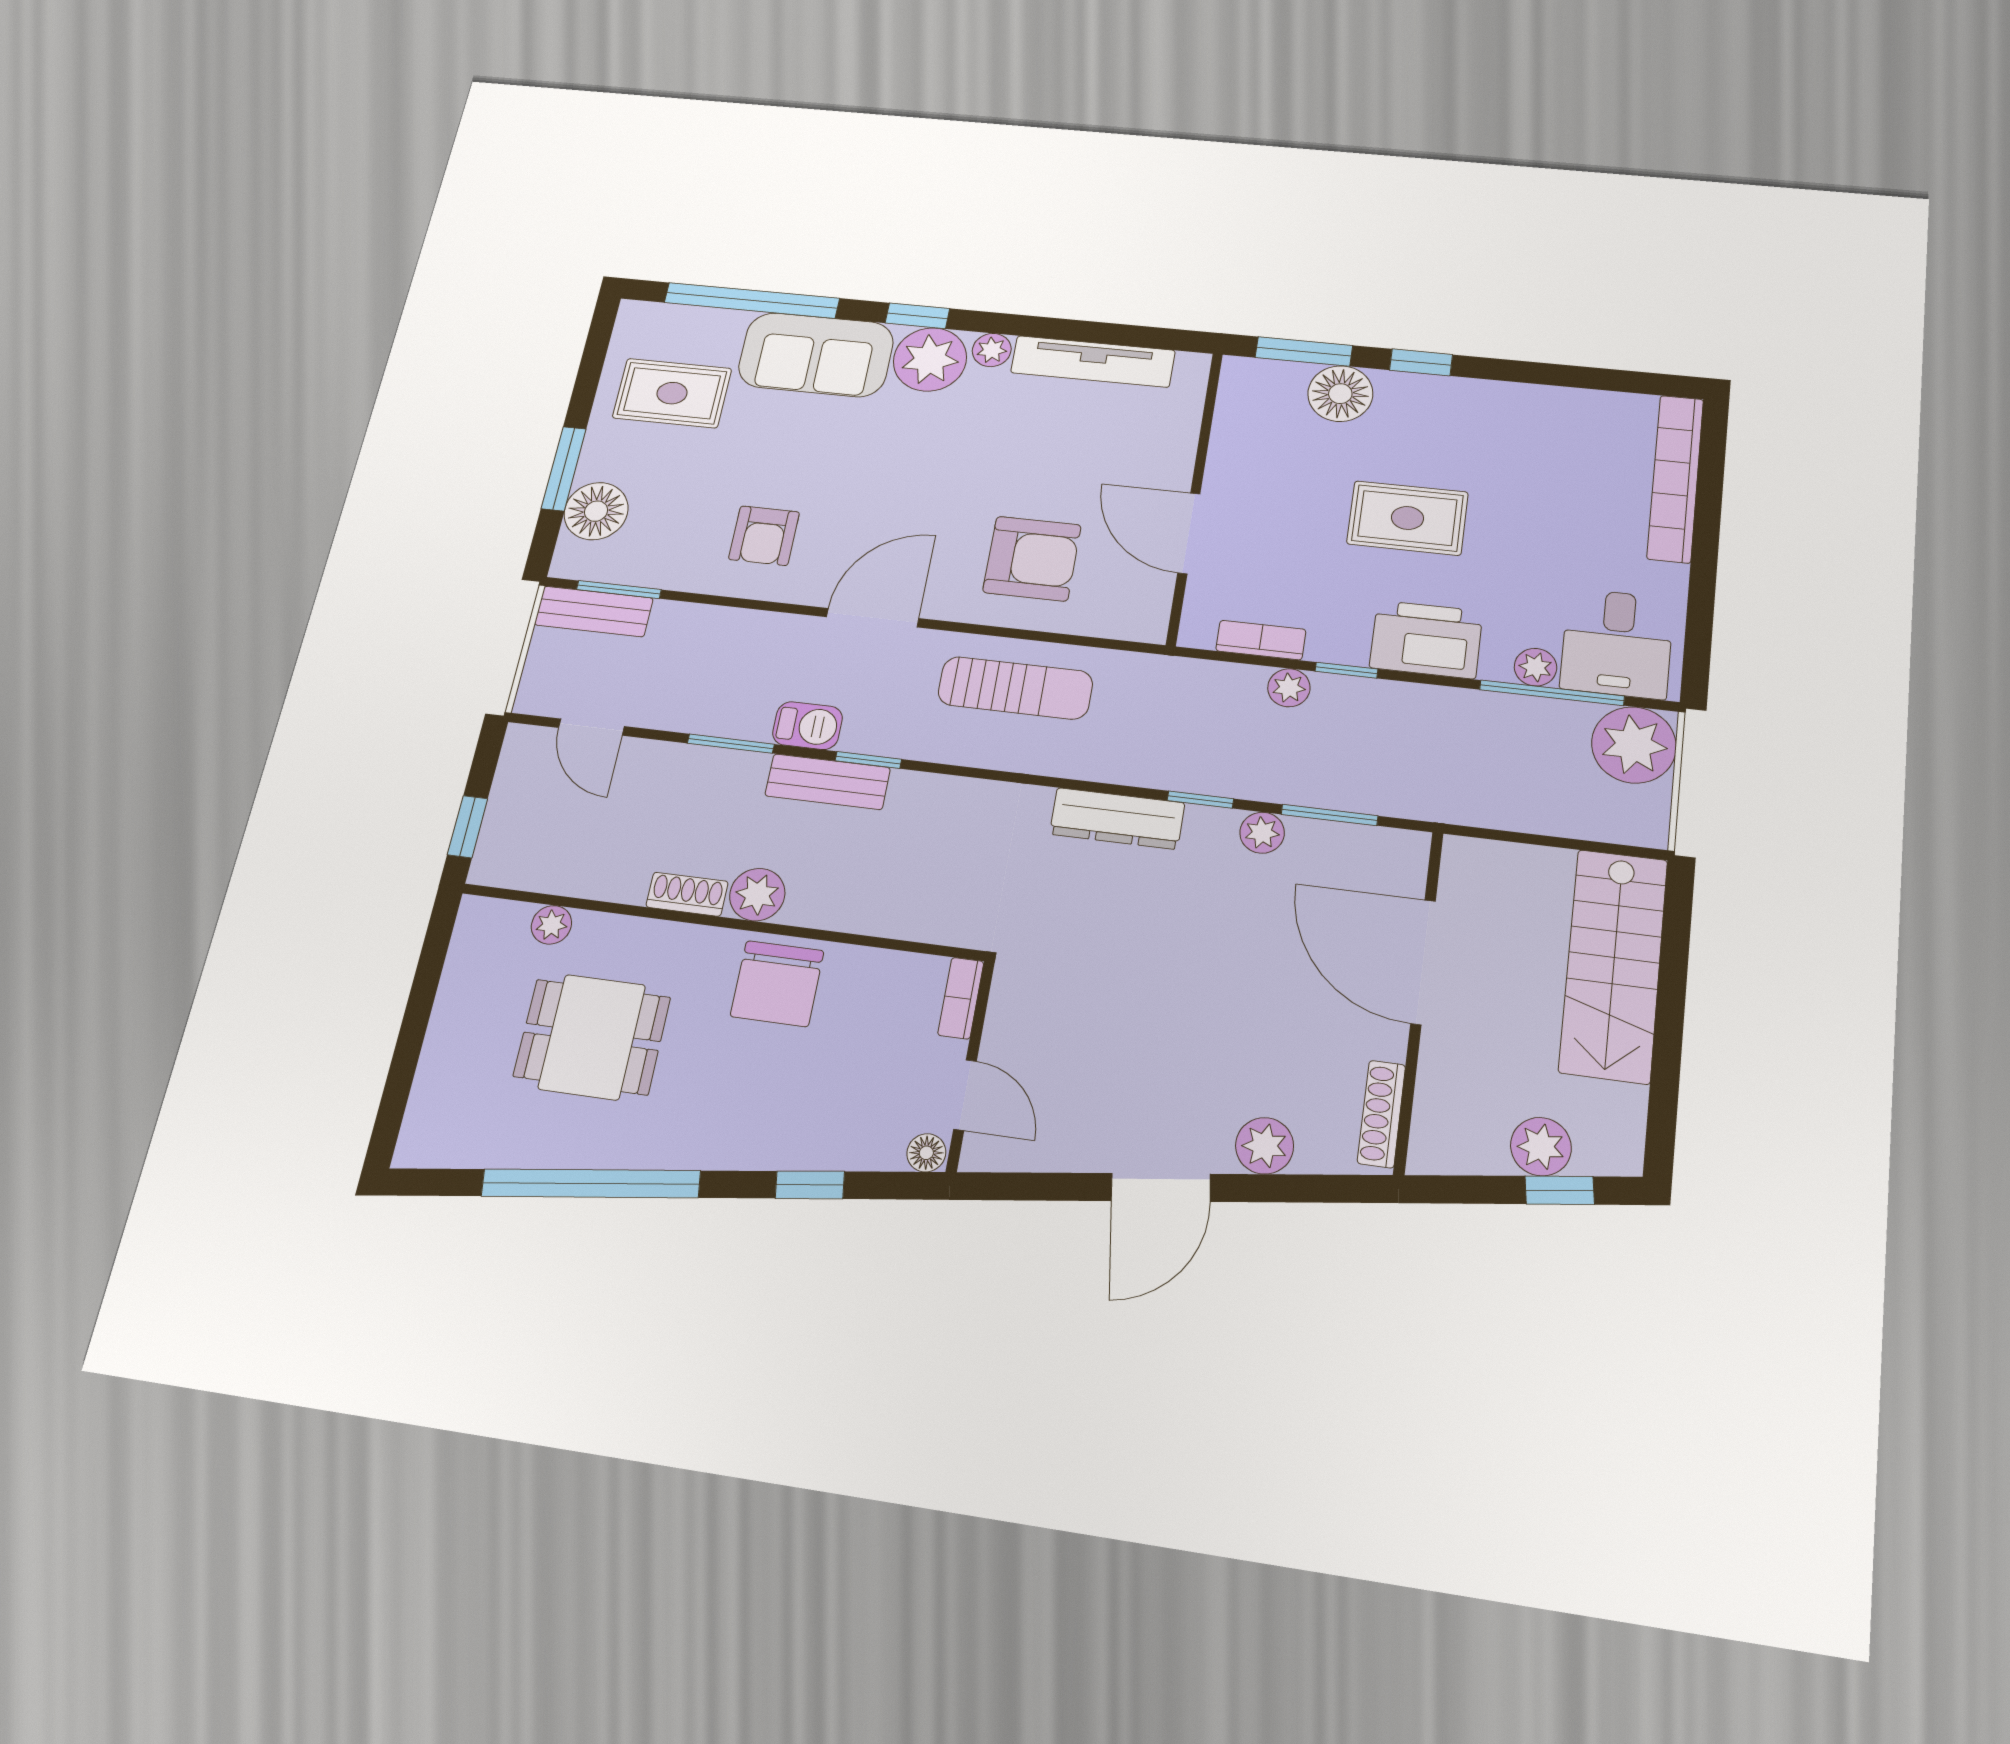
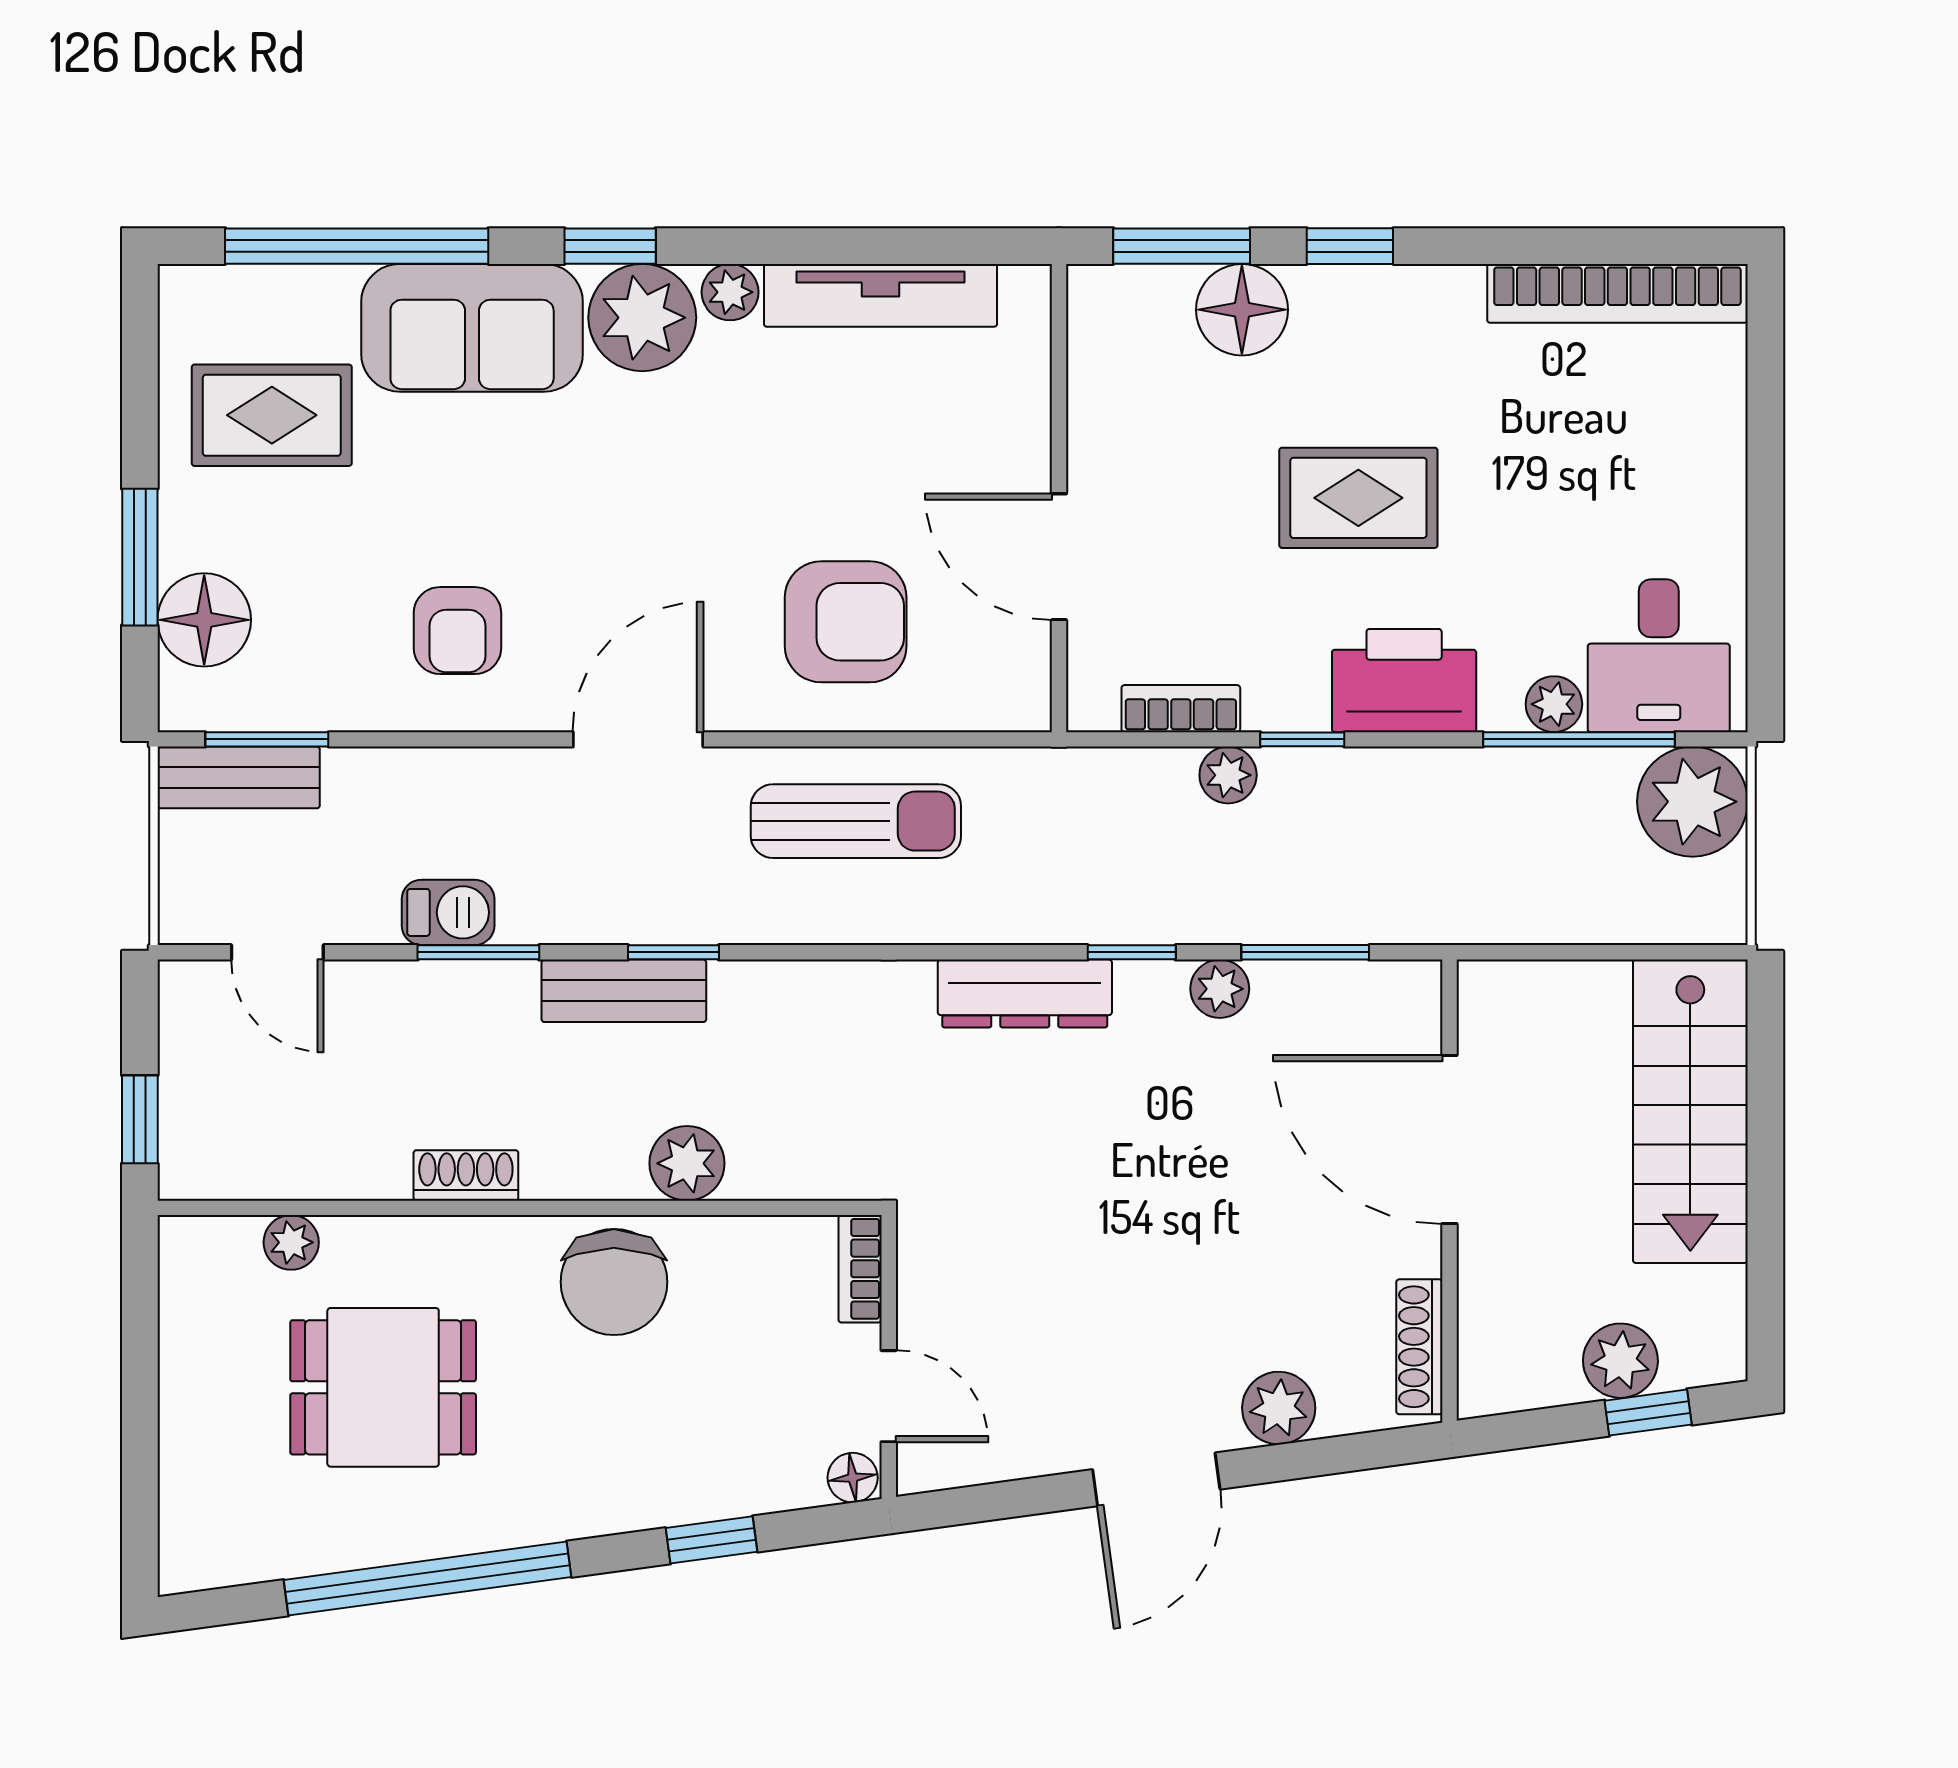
bookcase: (1675, 478) -> (1617, 293), moved, turned -90
barbecue: (807, 726) -> (448, 912), moved
plant: (757, 895) -> (687, 1163), moved

